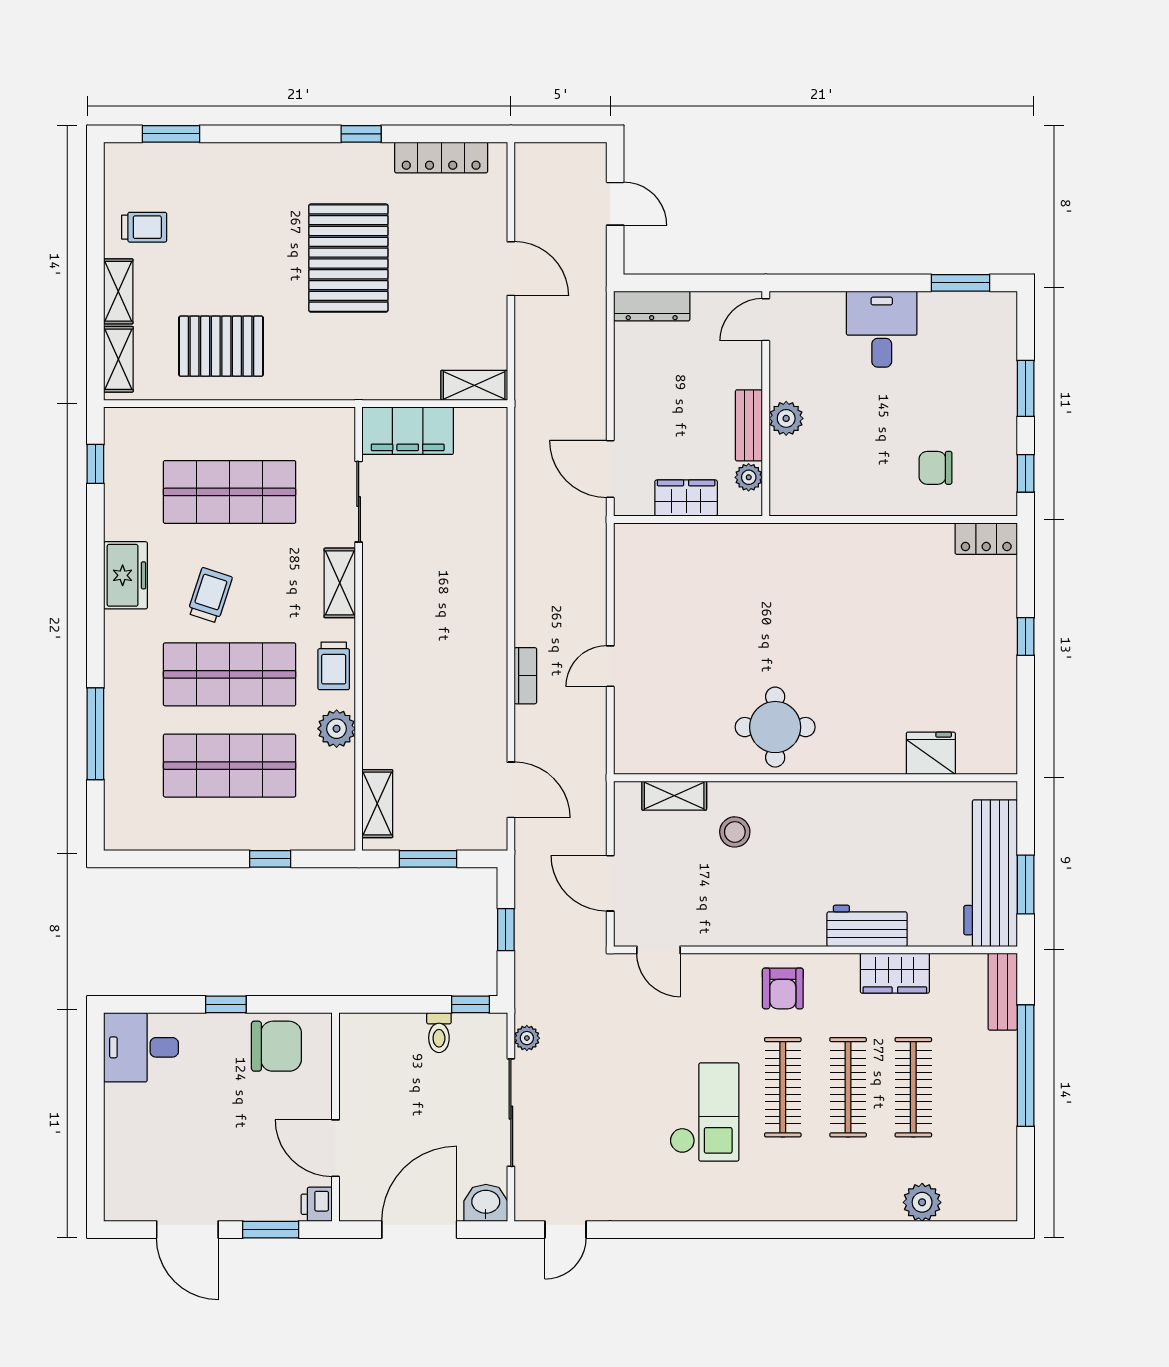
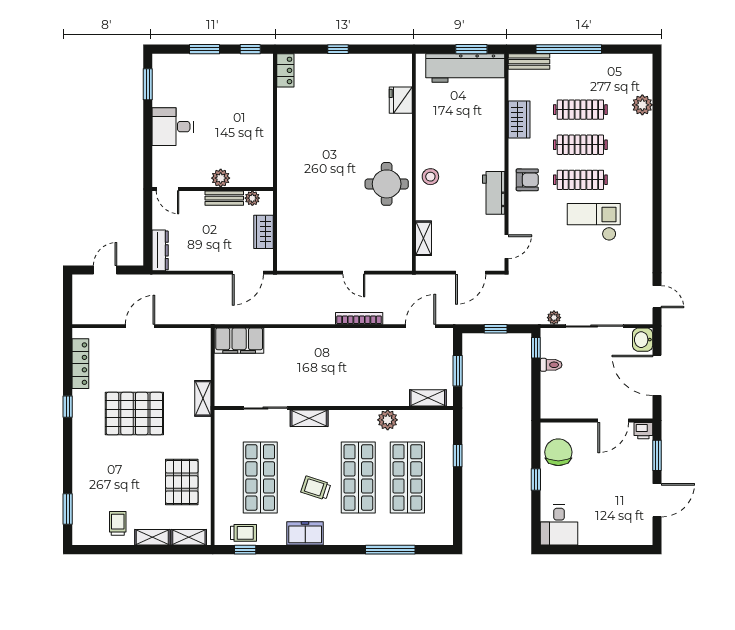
shelving: (474, 385) -> (203, 398), moved
filing cabinet: (408, 431) -> (239, 341), moved, turned 90
chair: (935, 468) -> (247, 98), removed
trolley: (334, 666) -> (243, 533), moved
bookcase: (525, 676) -> (359, 318), width x1.56
stool: (735, 832) -> (430, 177), moved
workbench: (867, 926) -> (494, 193), moved

